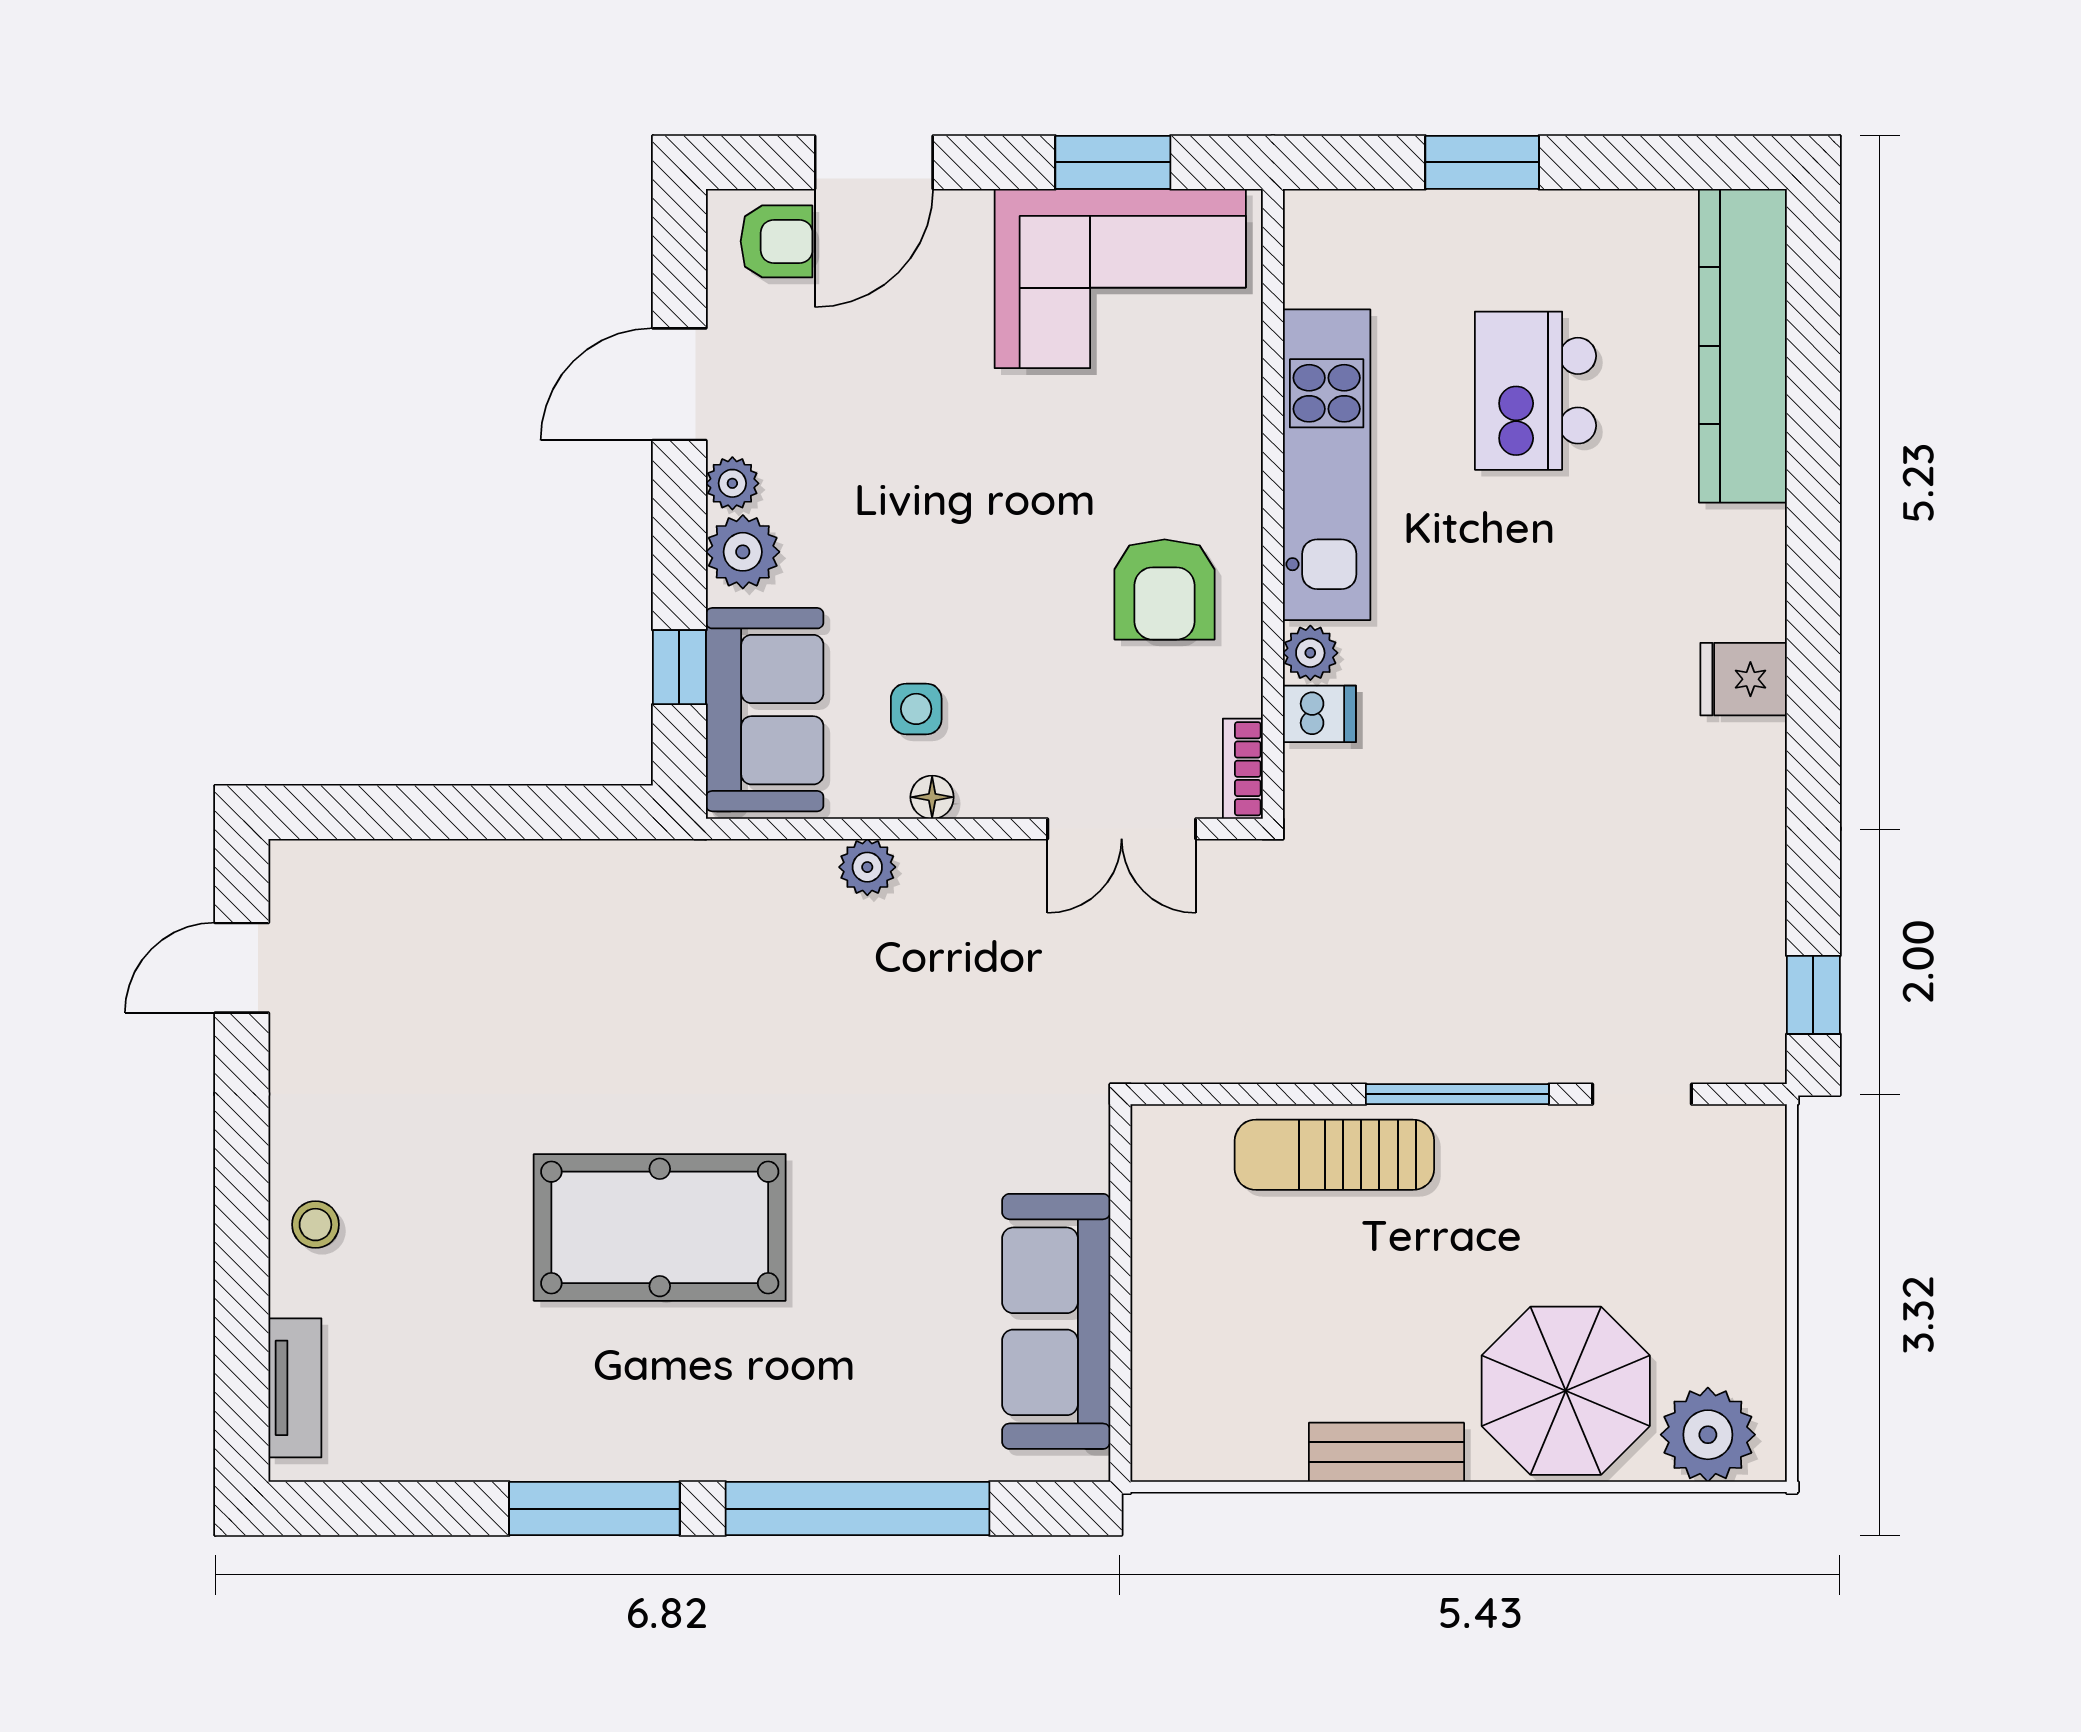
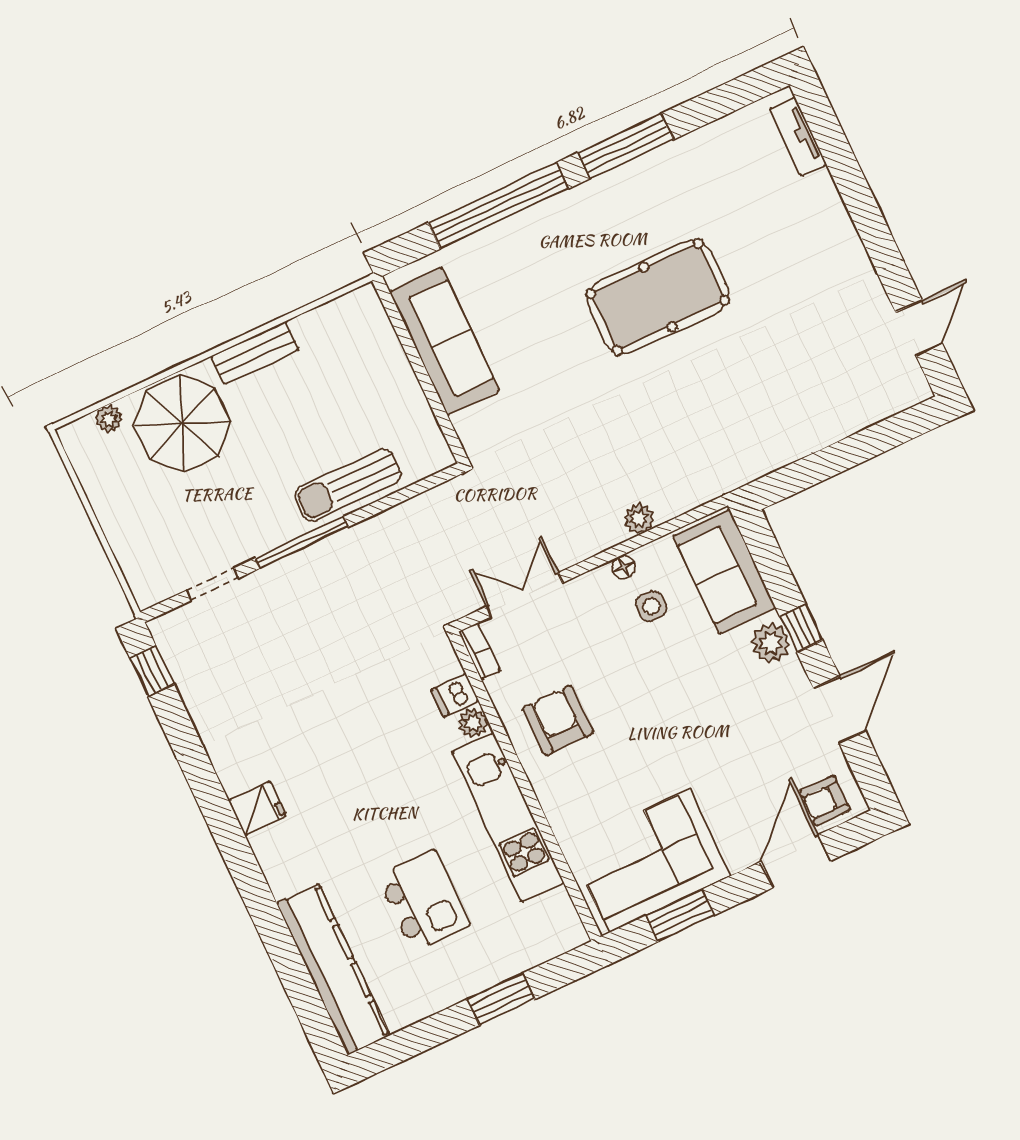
plant: (732, 483) -> (791, 674), removed
window: (679, 667) -> (801, 628), moved
sun lounger: (1334, 1155) -> (348, 485), turned 180
stool: (315, 1225) -> (825, 220), removed
plant: (1708, 1435) -> (109, 419), width x0.53, depth x0.53

